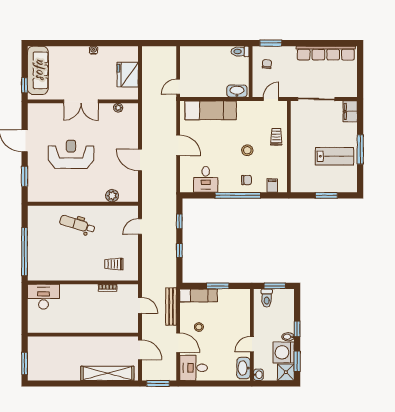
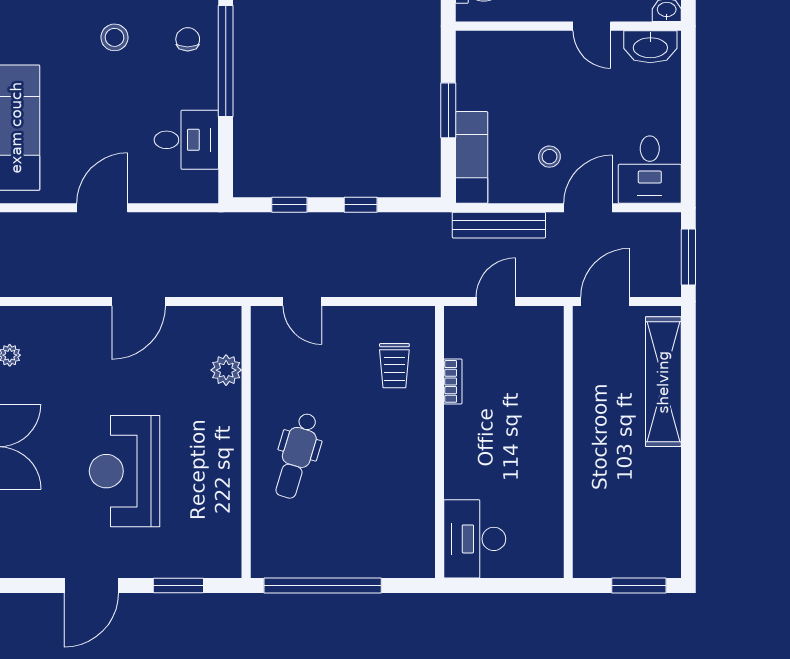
window: (25, 252) -> (323, 586), moved

